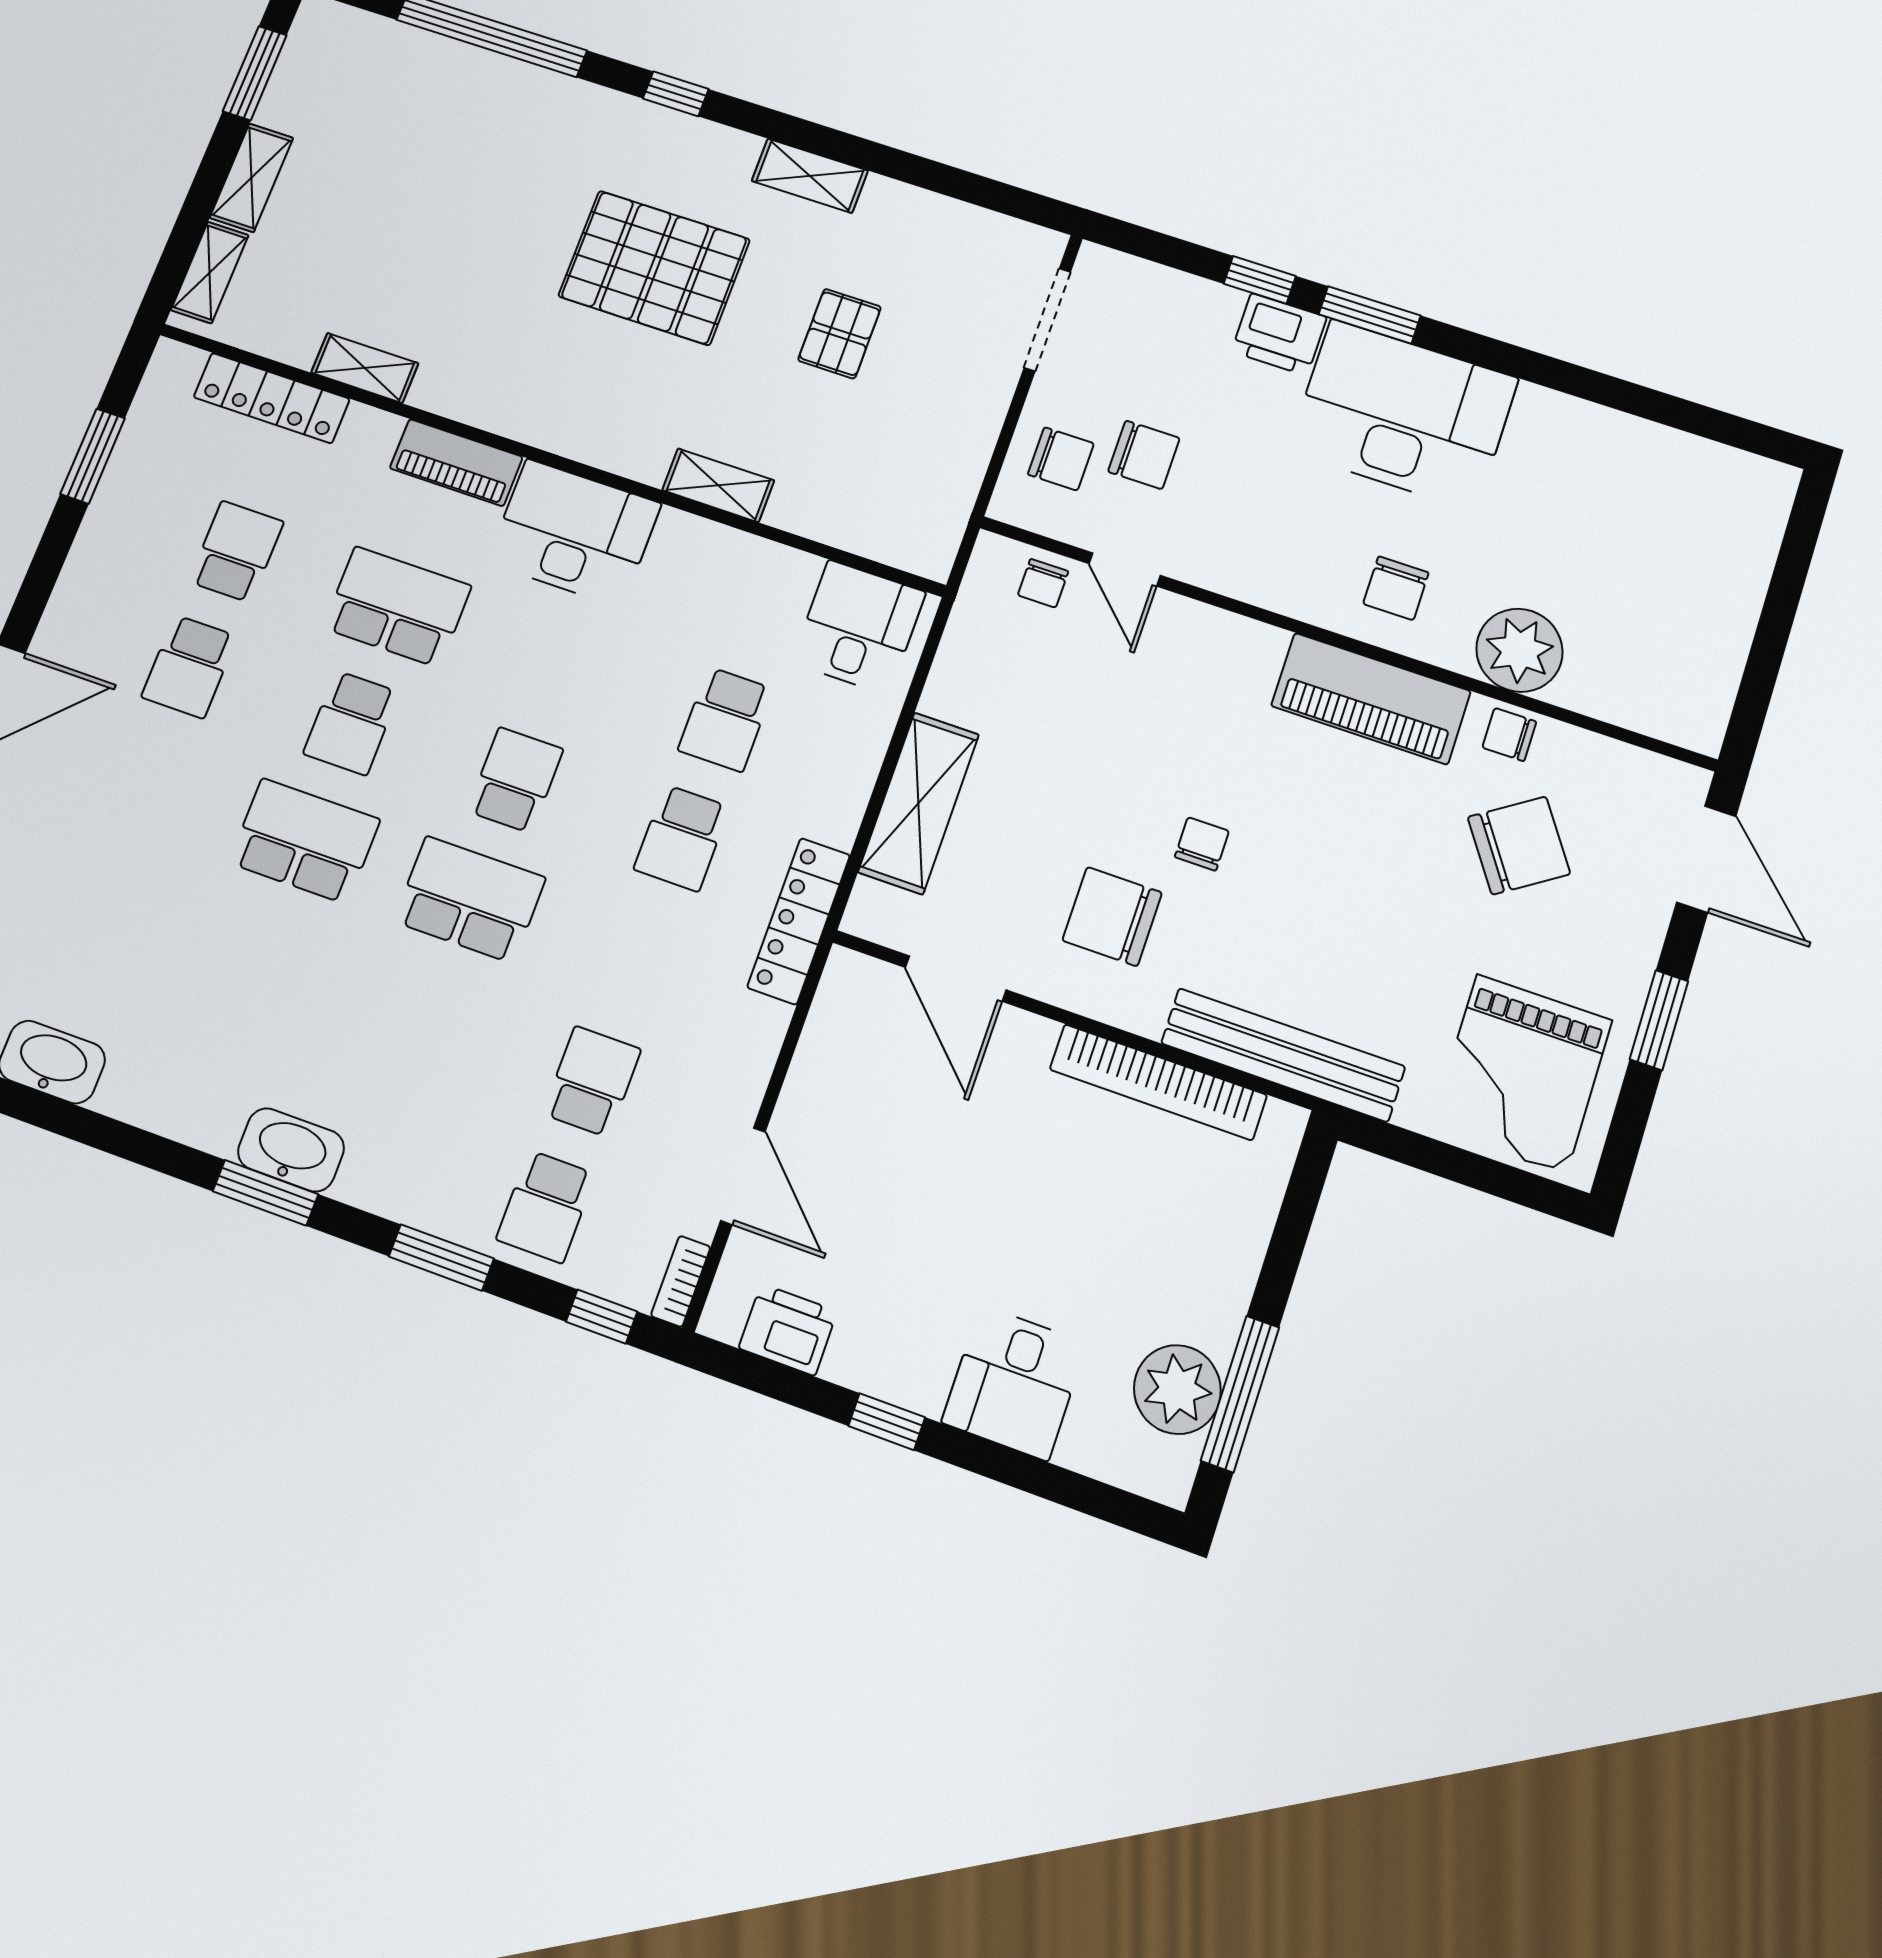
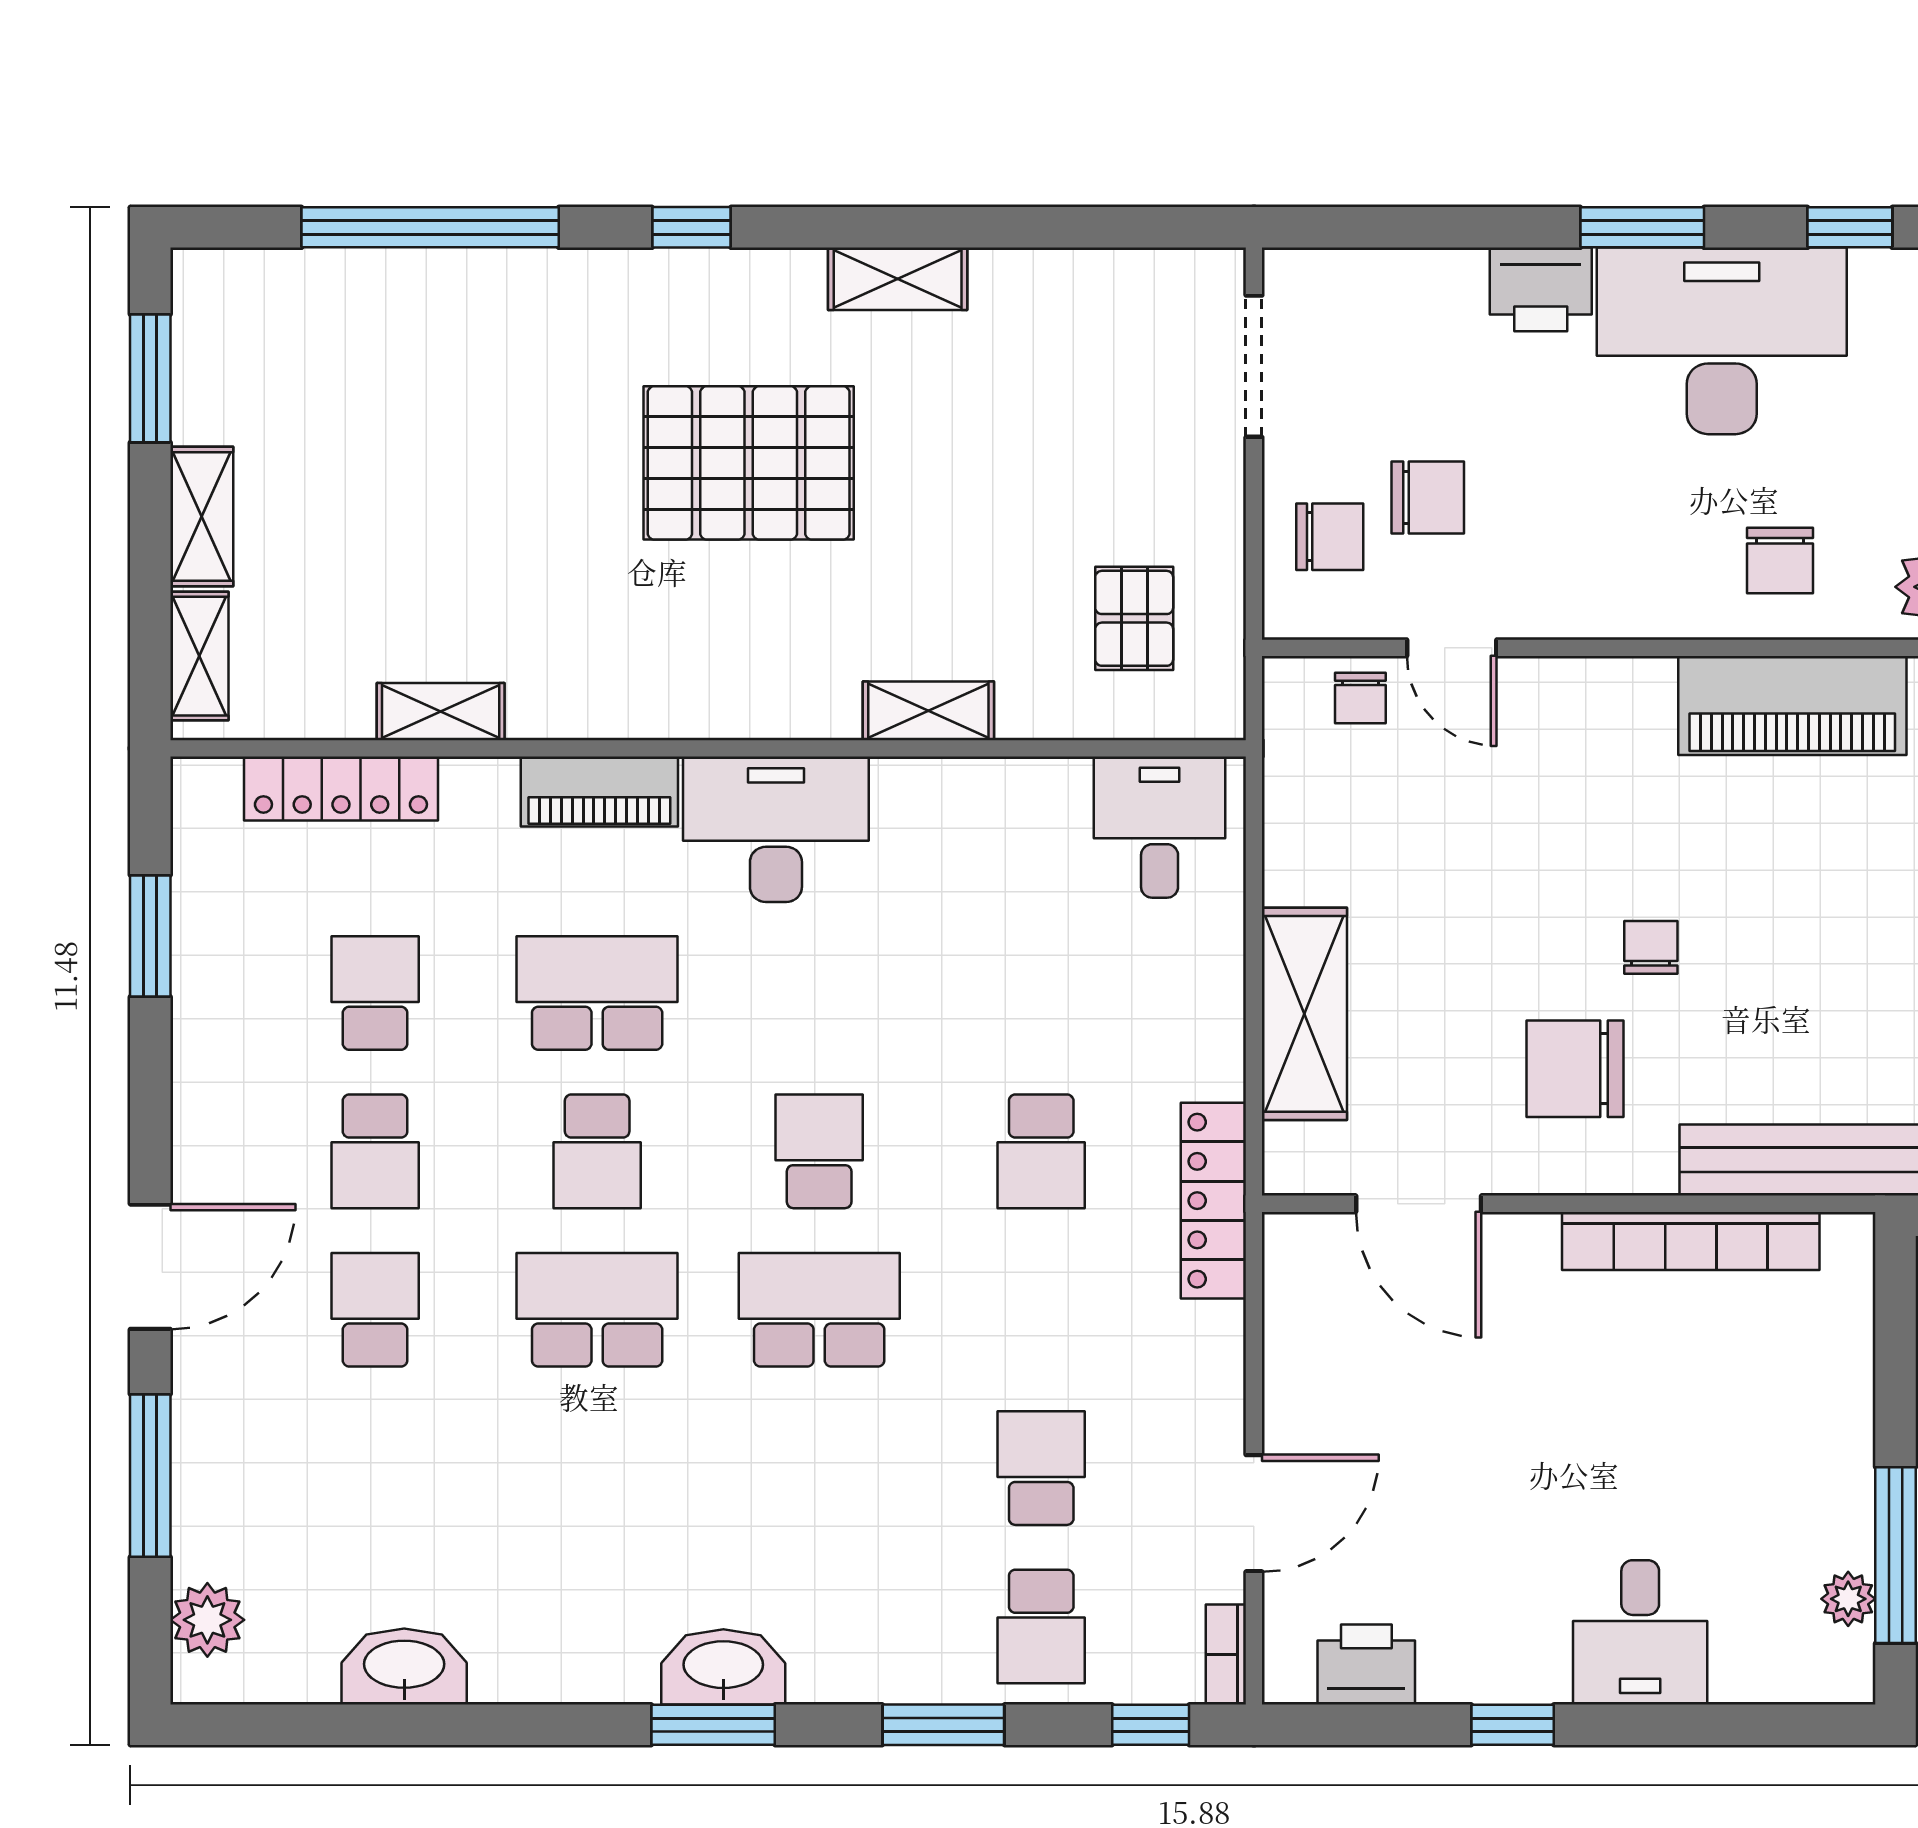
window: (1260, 280) -> (1850, 227), moved
pallet: (840, 334) -> (1134, 618), moved
school desk: (725, 719) -> (375, 1310), moved, turned 180
door: (743, 1176) -> (1254, 1513), hinge flipped
plant: (1177, 1389) -> (1848, 1599), width x0.53, depth x0.53

